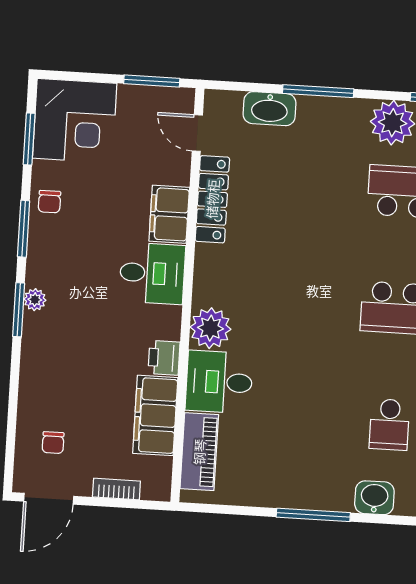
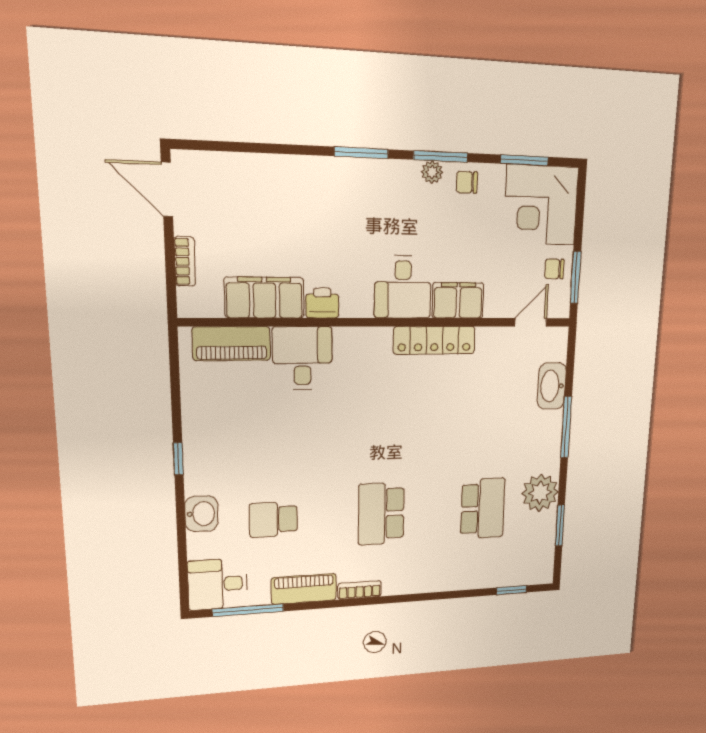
locker: (212, 199) -> (434, 340), moved
plant: (35, 300) -> (432, 172), moved
plant: (210, 328) -> (354, 346), removed
chair: (53, 443) -> (554, 269), moved
window: (313, 515) -> (178, 459), width x0.46

